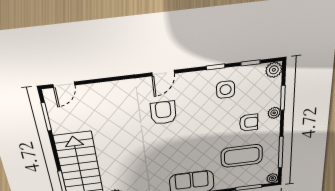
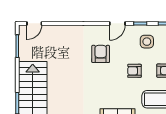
door: (163, 73) -> (117, 23), moved
armchair: (210, 128) -> (134, 71), added

